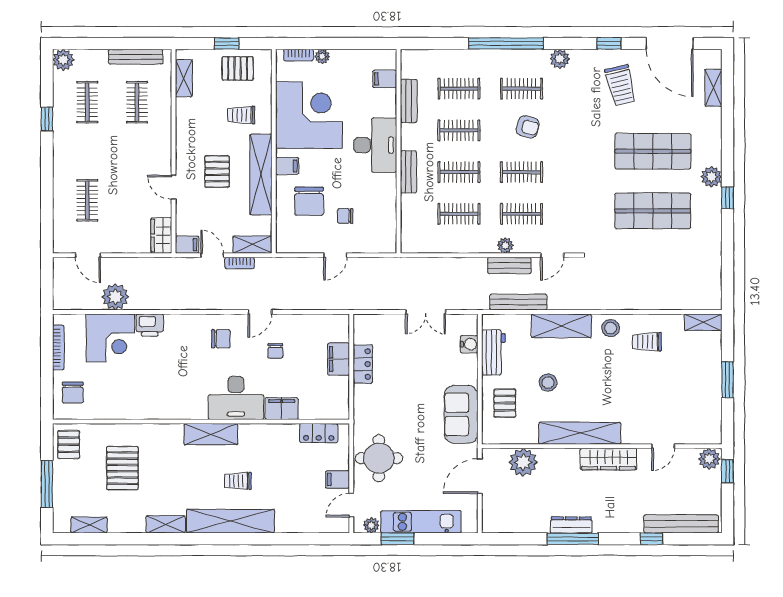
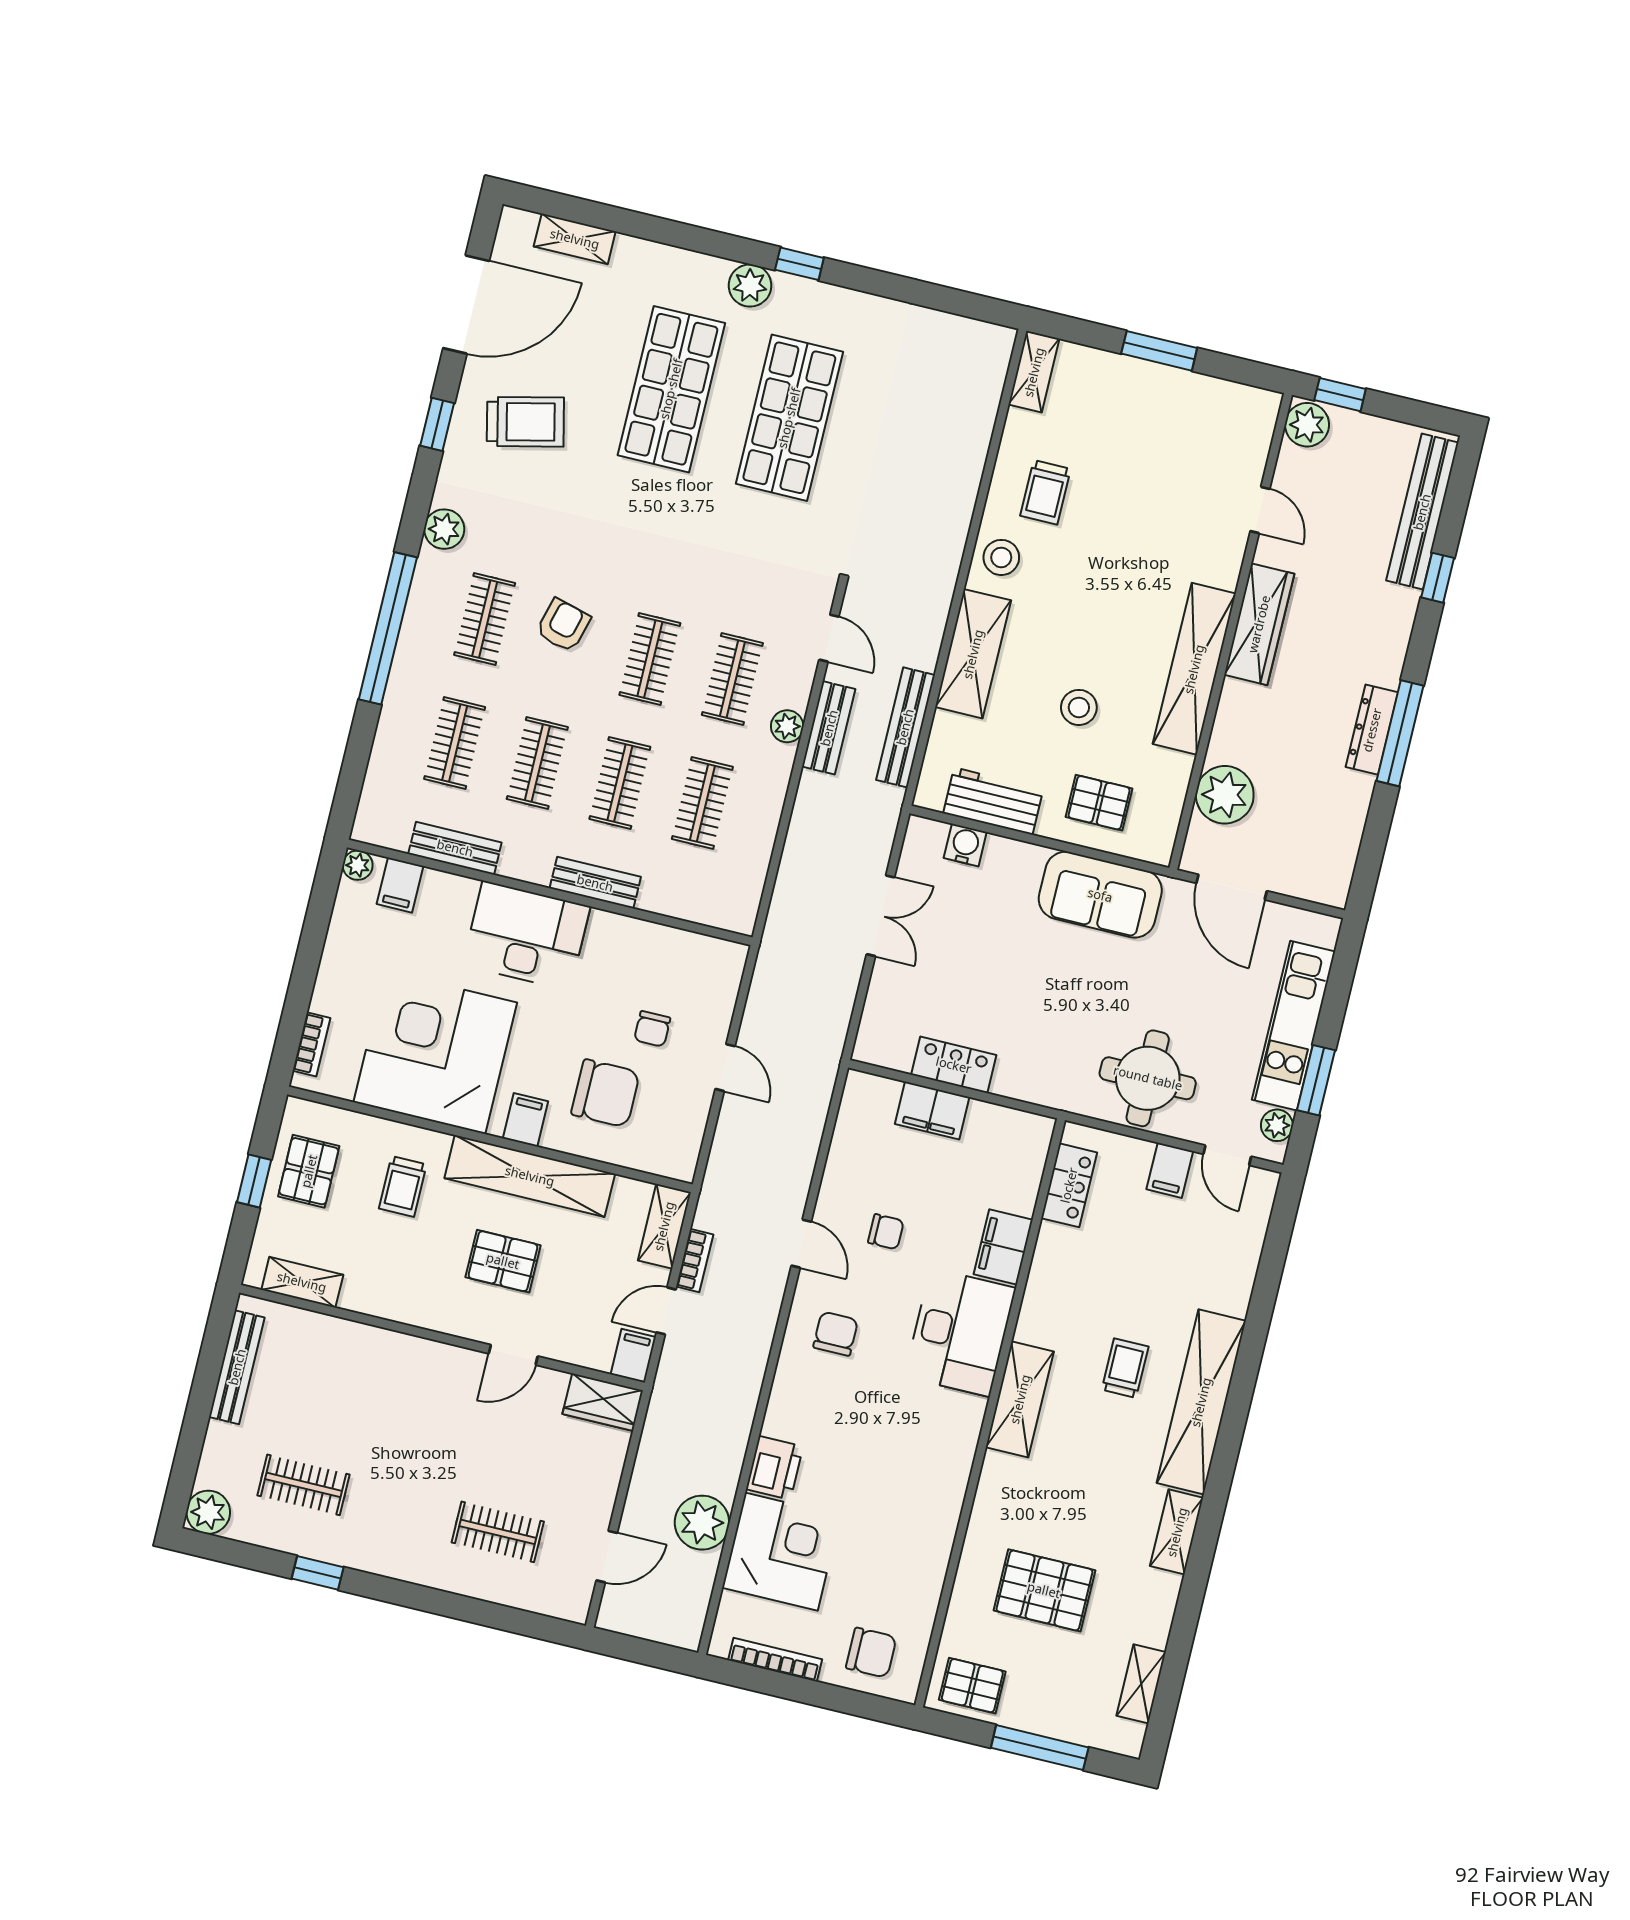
plant: (322, 56) -> (358, 865), moved
clothes rail: (137, 102) -> (327, 1386), removed
trolley: (238, 481) -> (1125, 1368), turned 180

